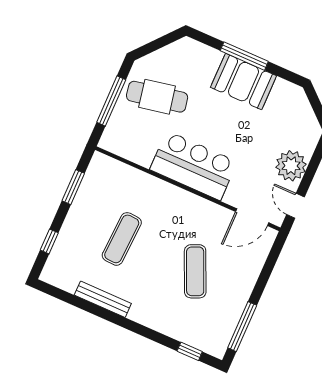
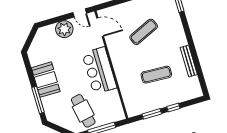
window: (244, 56) -> (38, 100), moved
door: (296, 206) -> (80, 13), hinge flipped
window: (49, 241) -> (173, 108), moved

